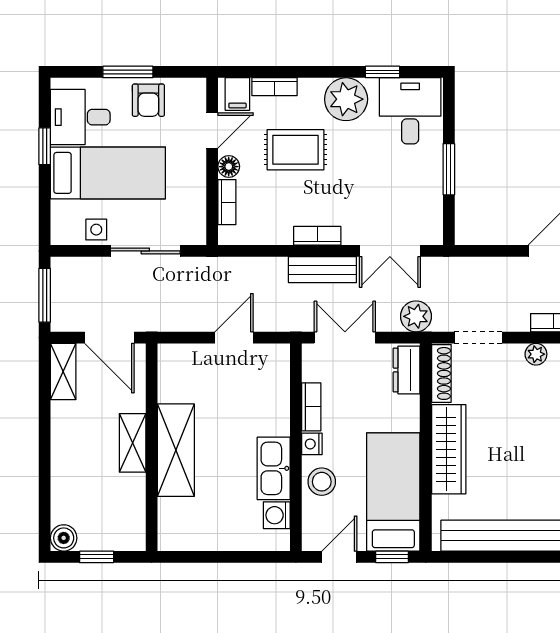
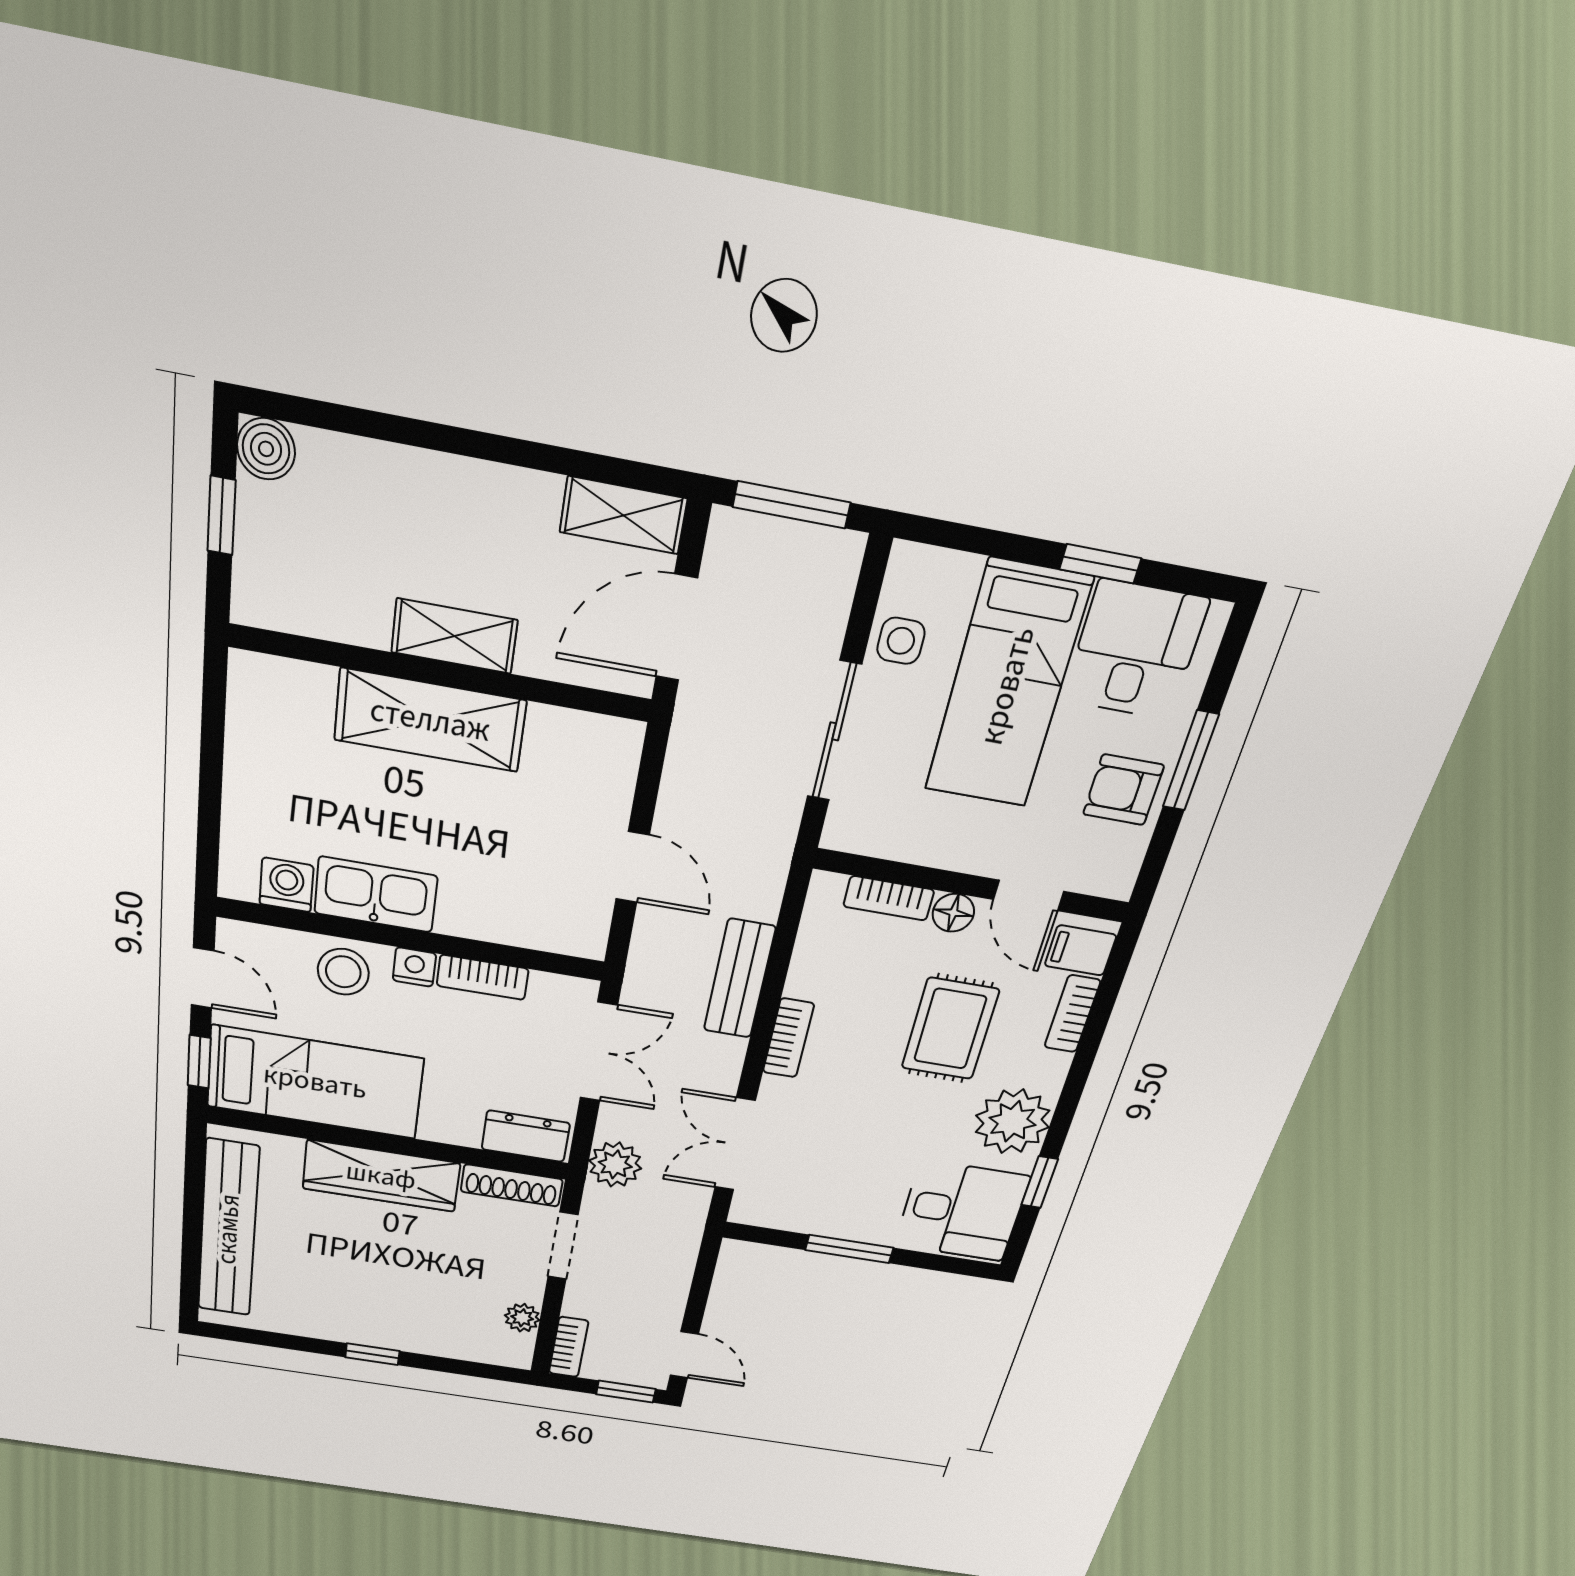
bench: (322, 270) -> (739, 979), moved

